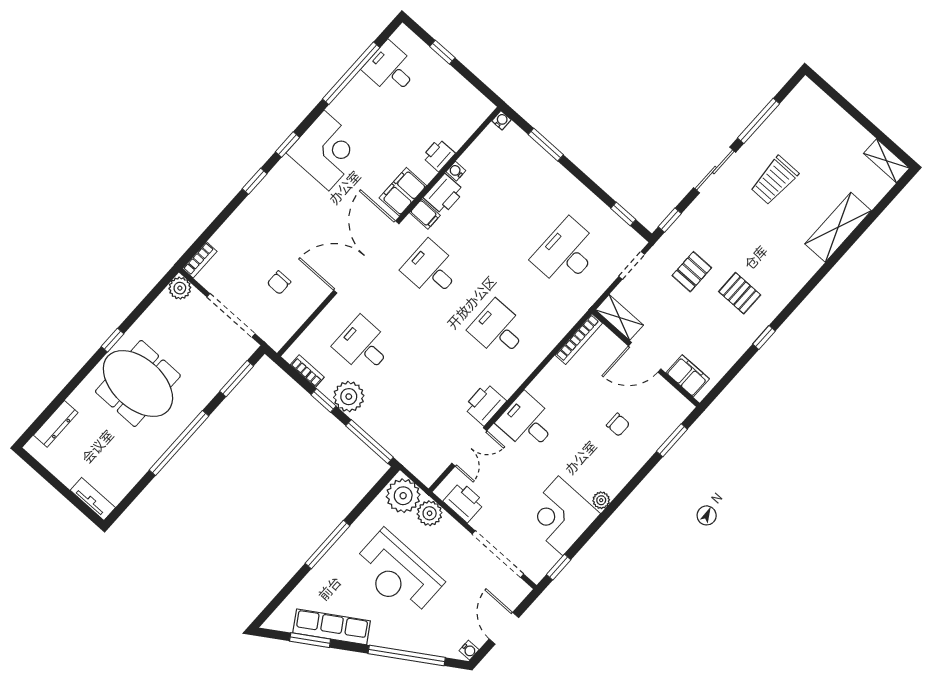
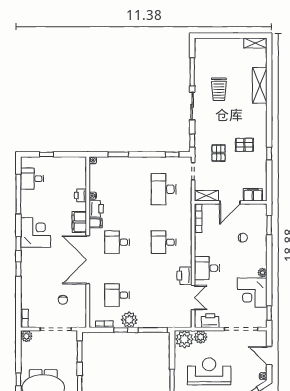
reception desk: (397, 574) -> (209, 371), turned 180

